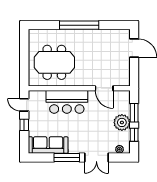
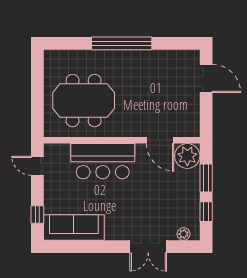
plant: (122, 122) -> (187, 156), moved
window: (24, 125) -> (37, 214), moved
window: (67, 157) -> (103, 247), removed

